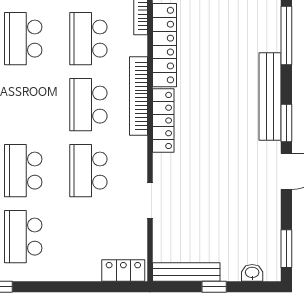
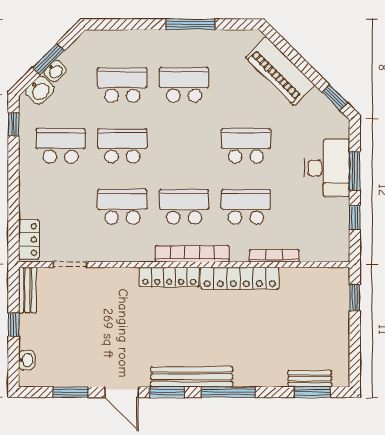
window: (286, 36) -> (228, 392), moved
doorway: (150, 200) -> (70, 265), moved
window: (286, 249) -> (70, 392), moved
bench: (186, 272) -> (27, 290), width x0.73

